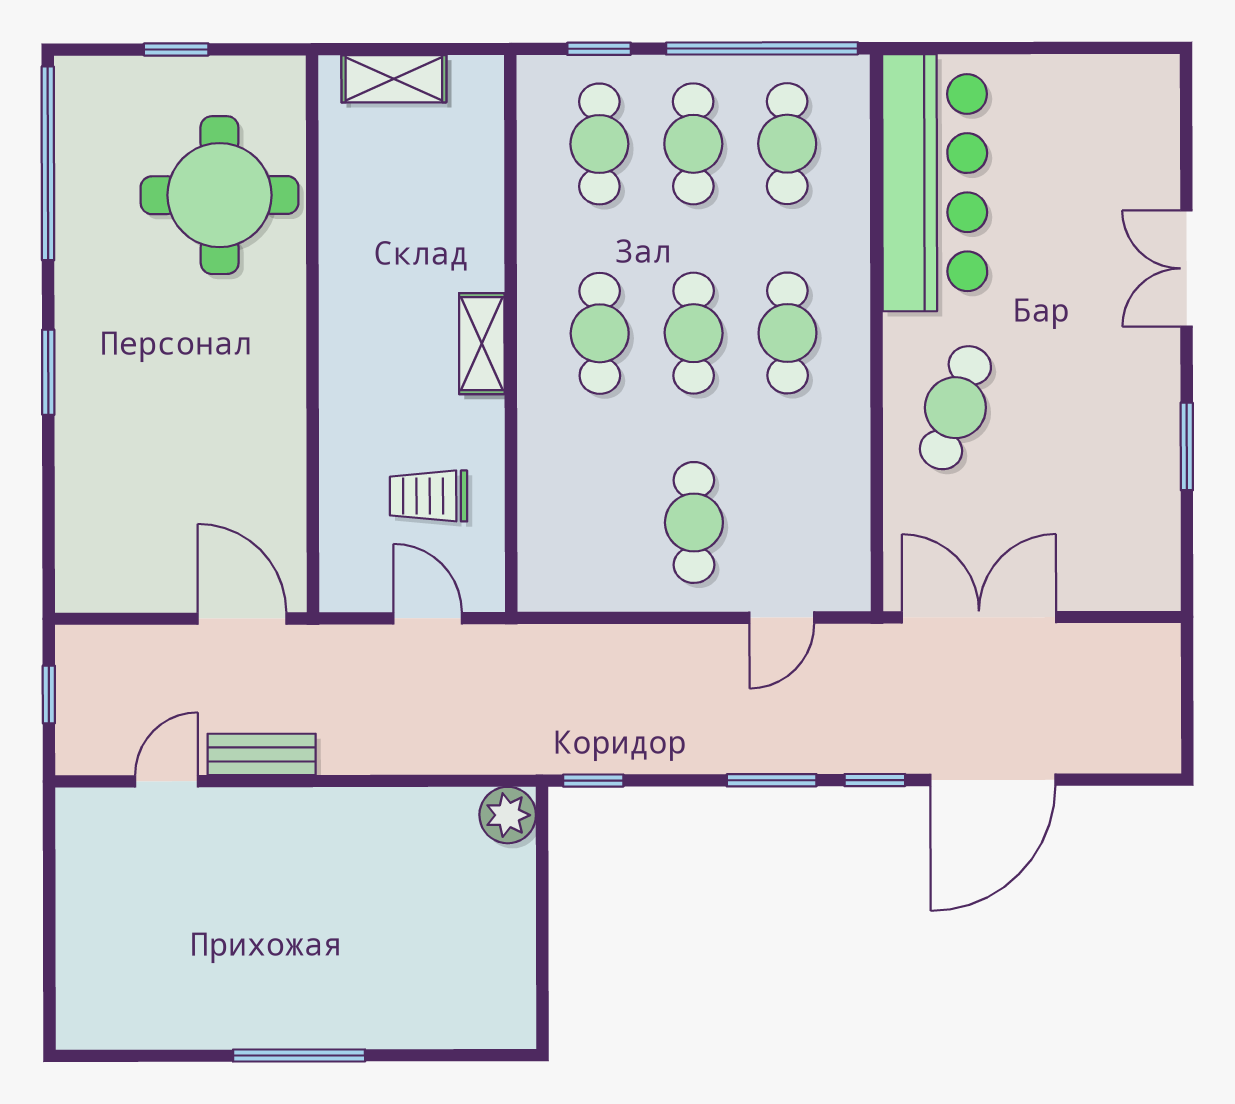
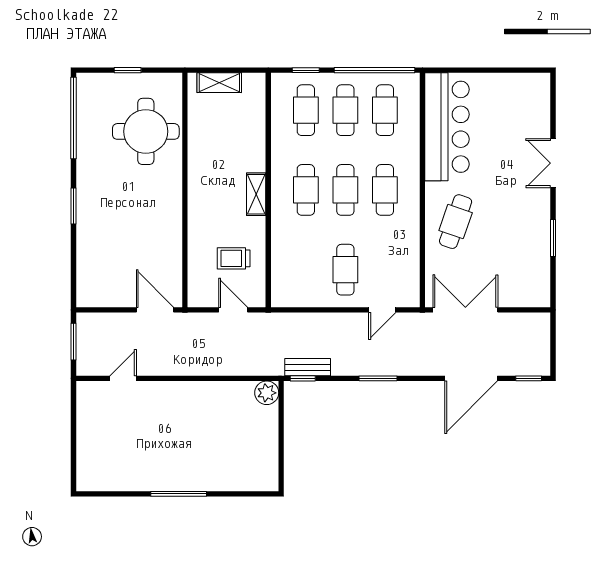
window: (49, 695) -> (74, 342), width x1.50
bench: (262, 754) -> (308, 367), moved
window: (875, 780) -> (529, 378), moved

